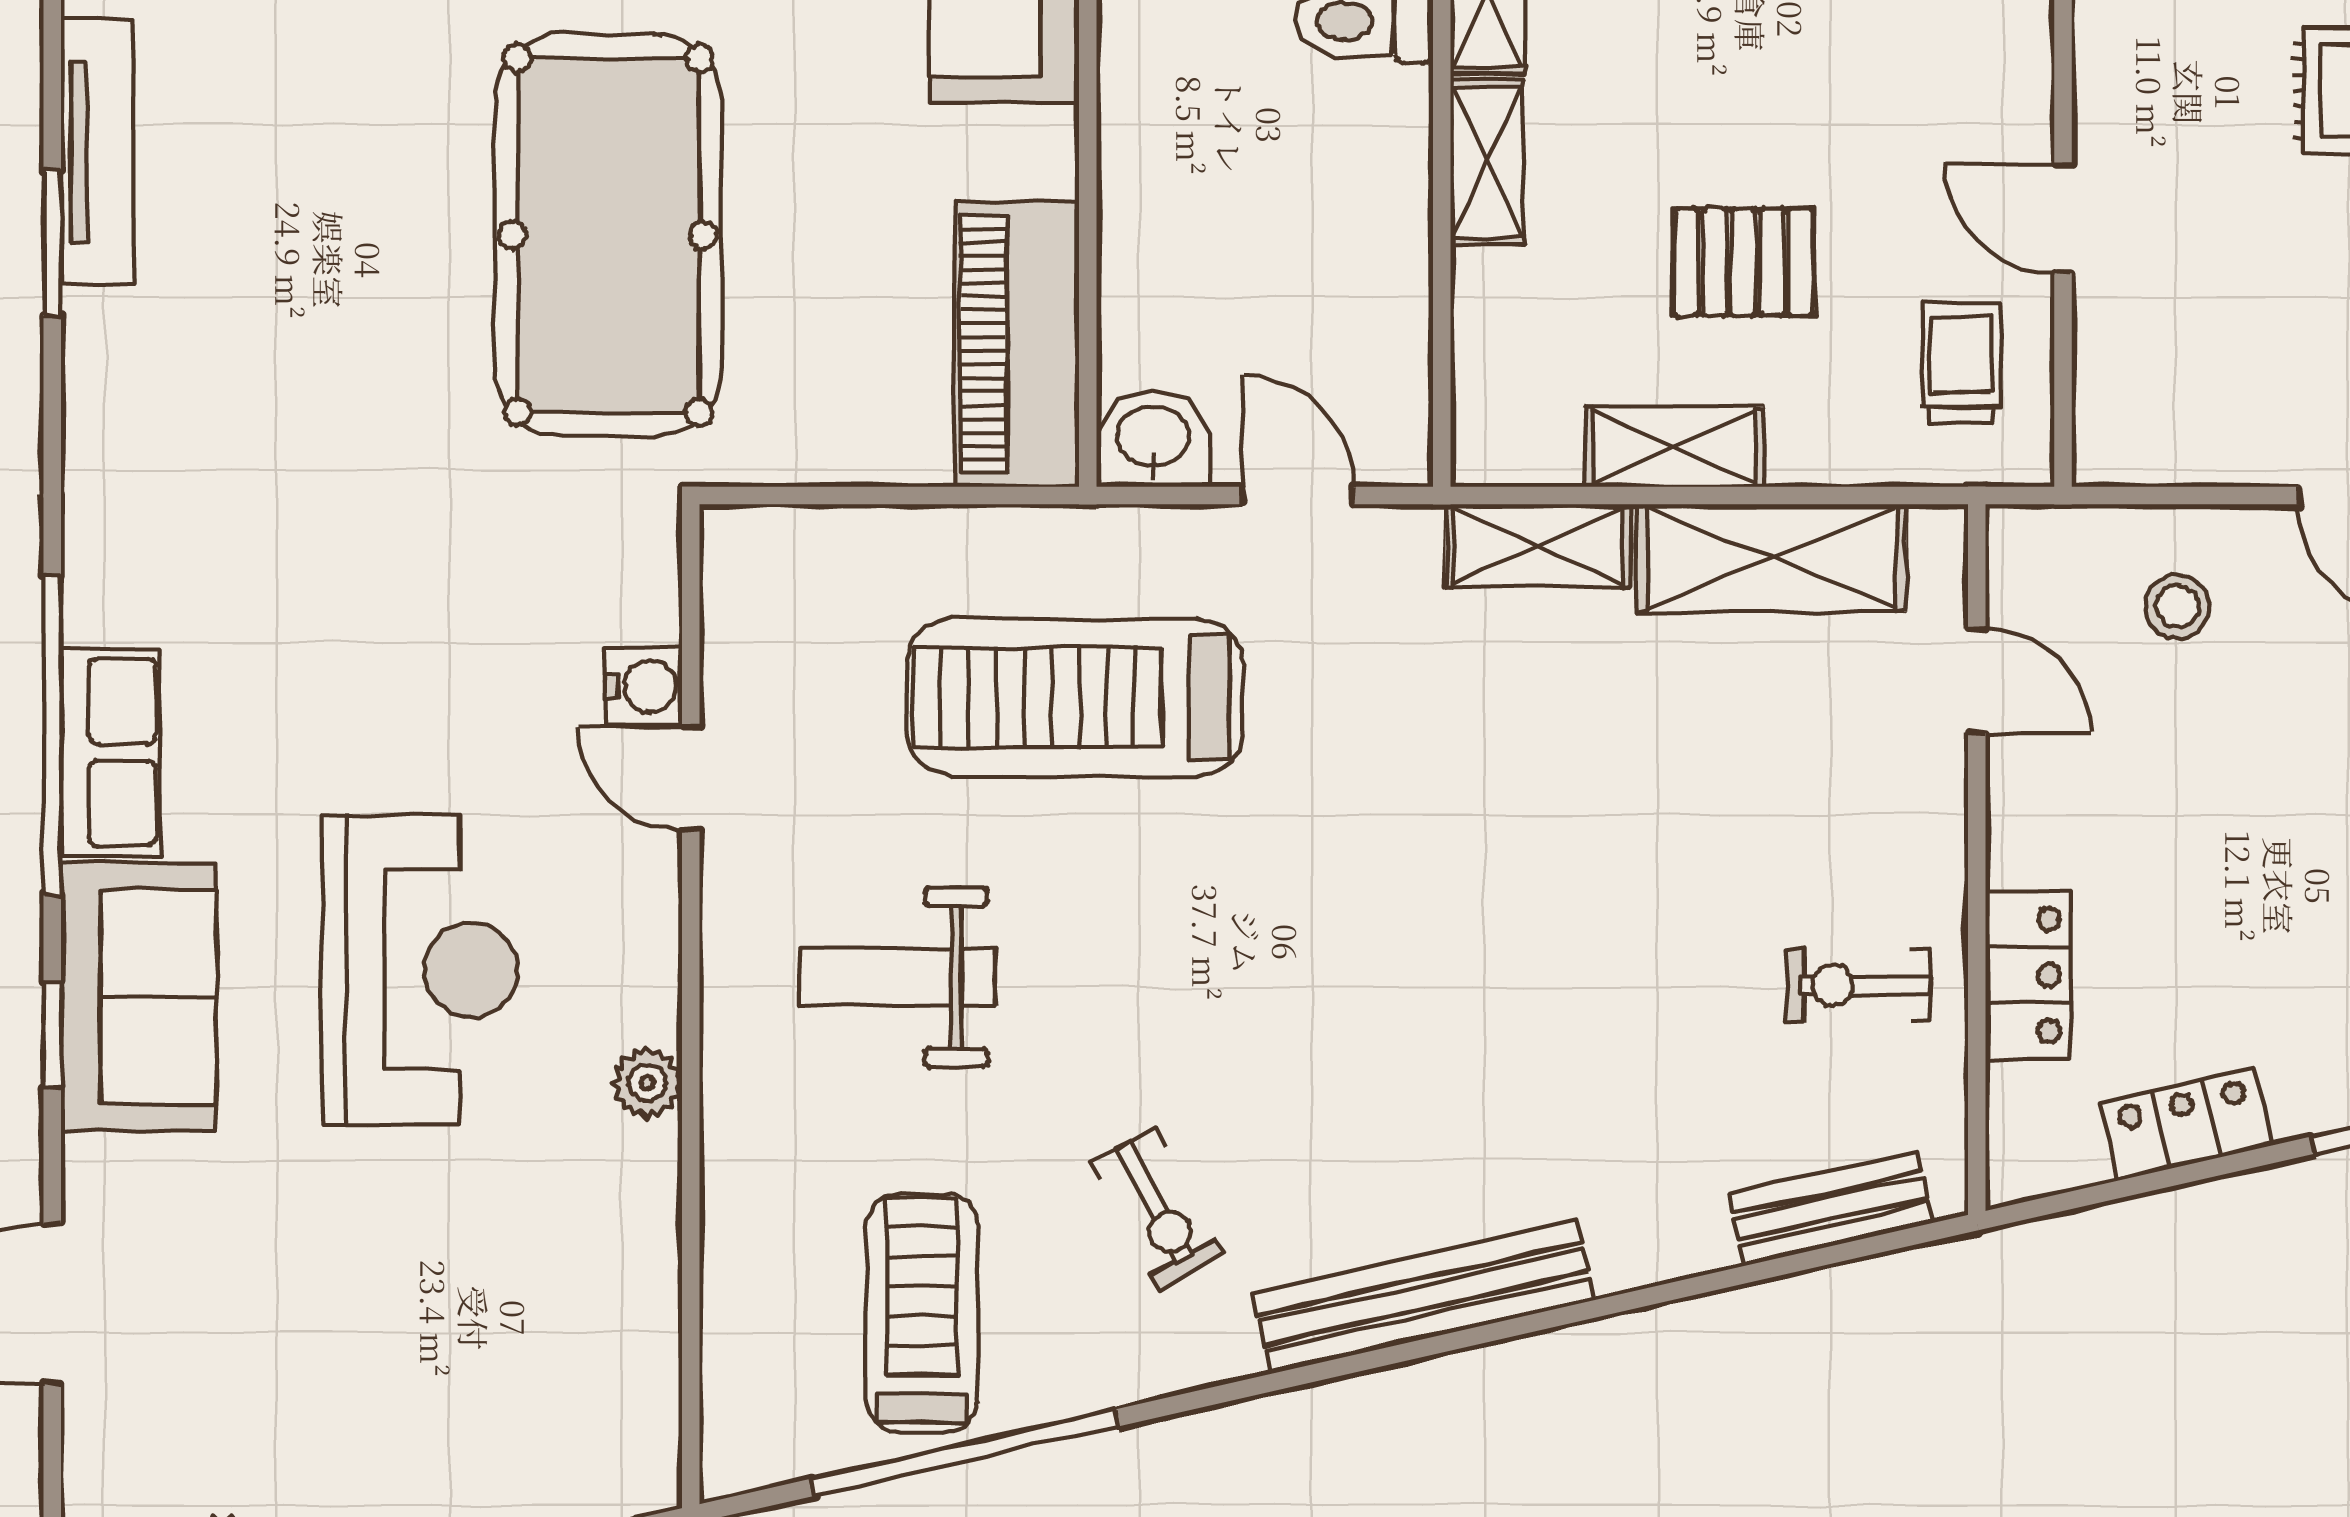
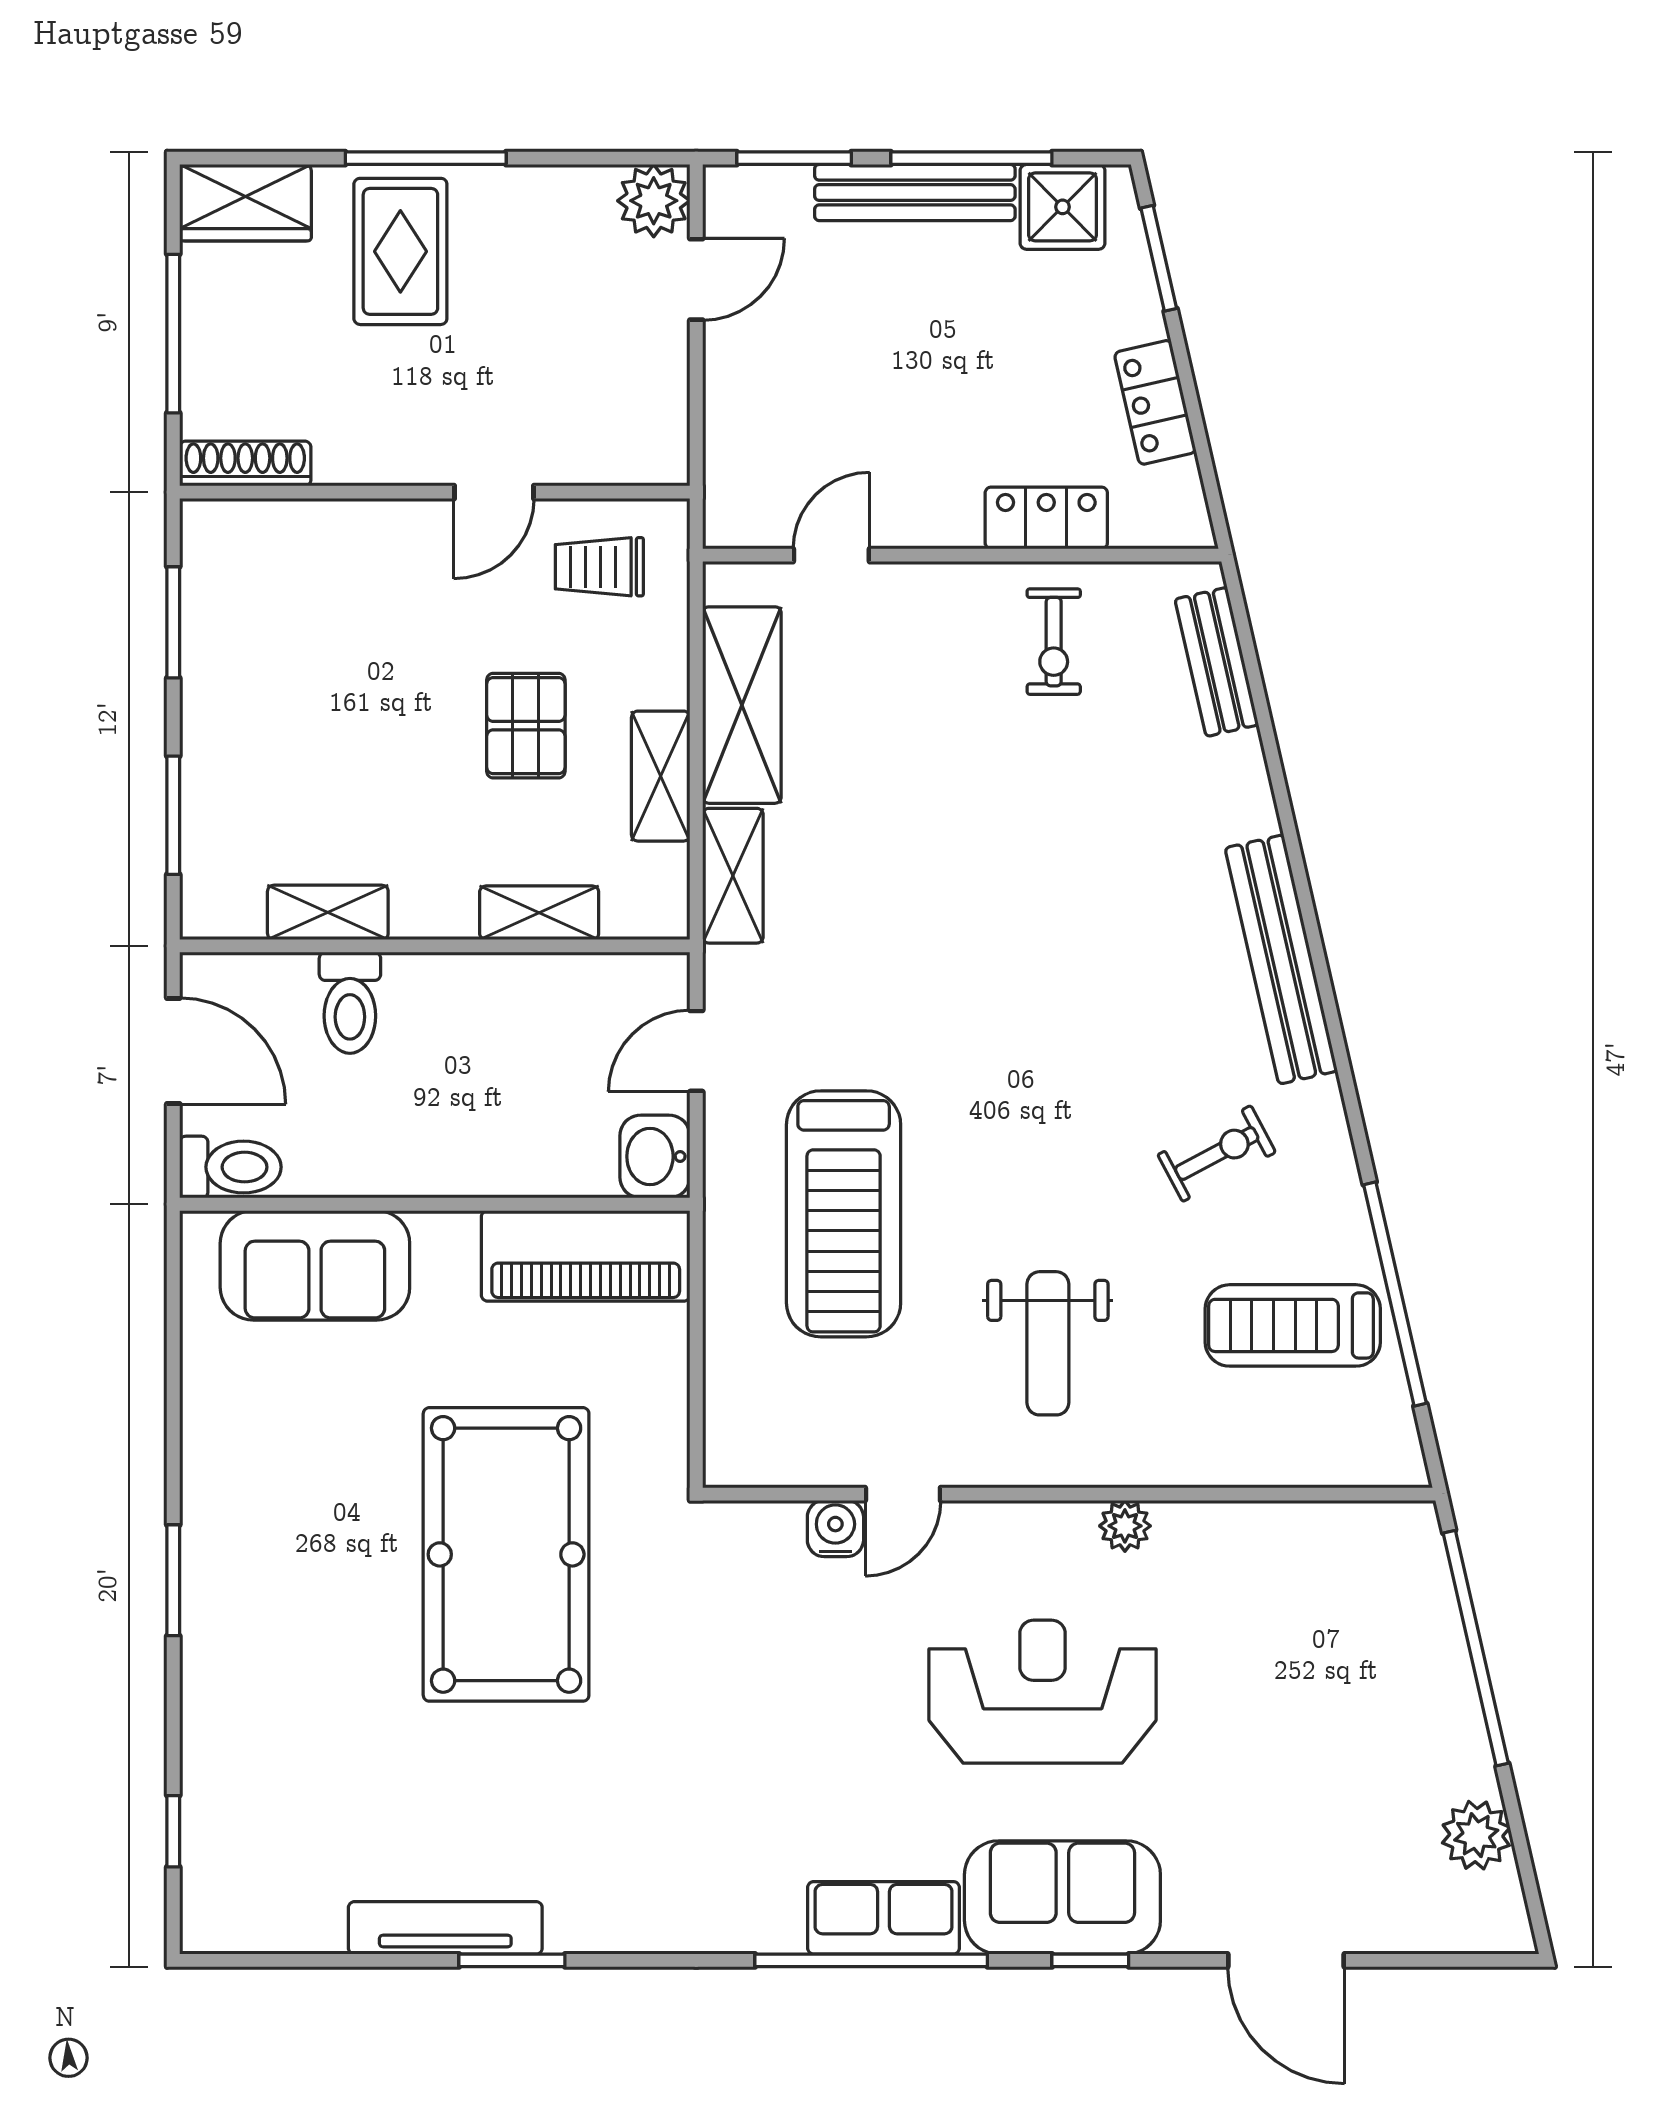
shelving: (1487, 162) -> (539, 913), moved
pool table: (608, 235) -> (506, 1554), turned 90
stool: (2177, 607) -> (777, 409), removed

